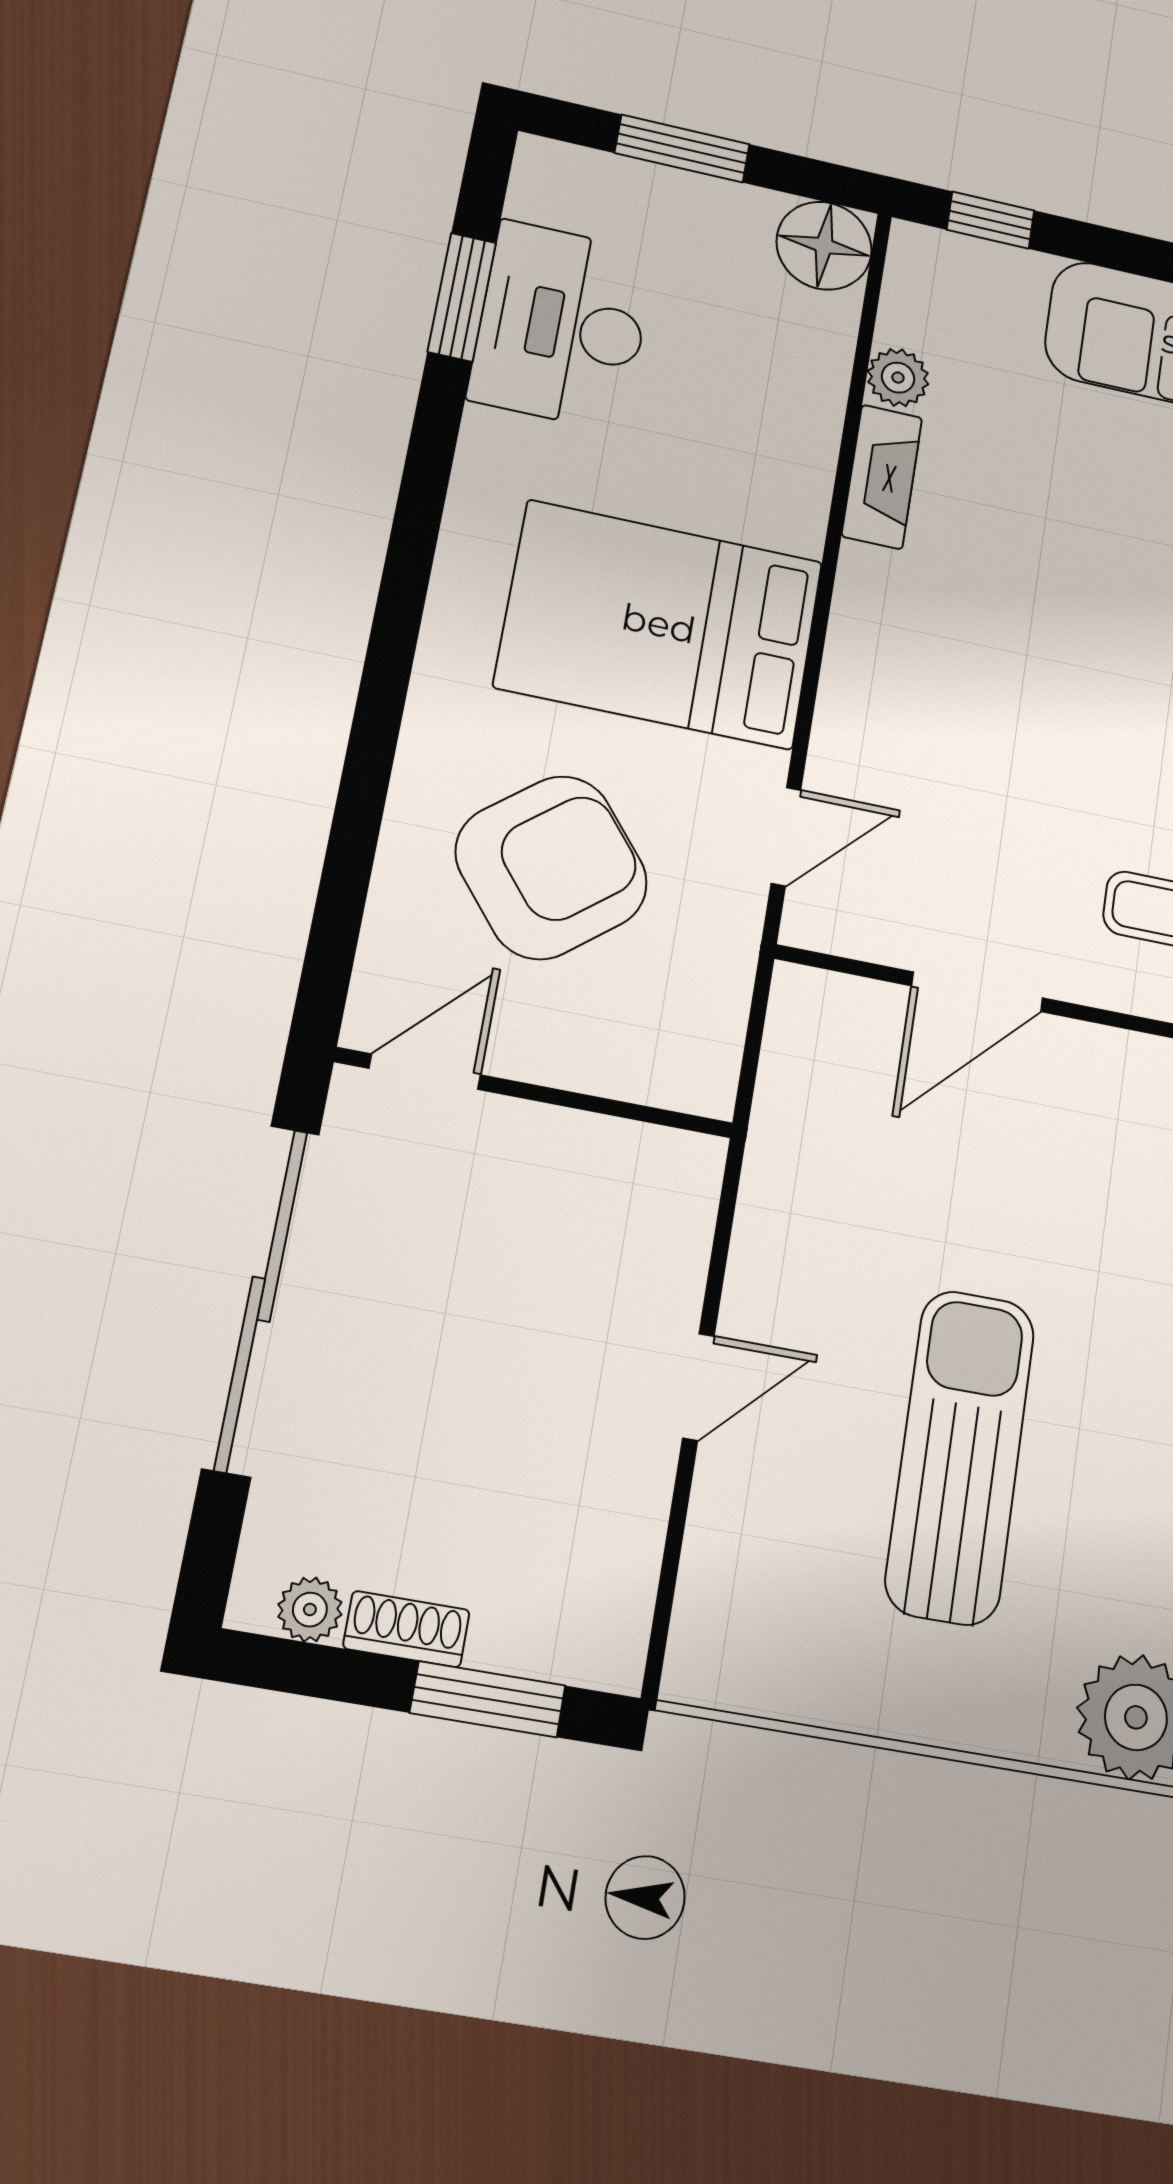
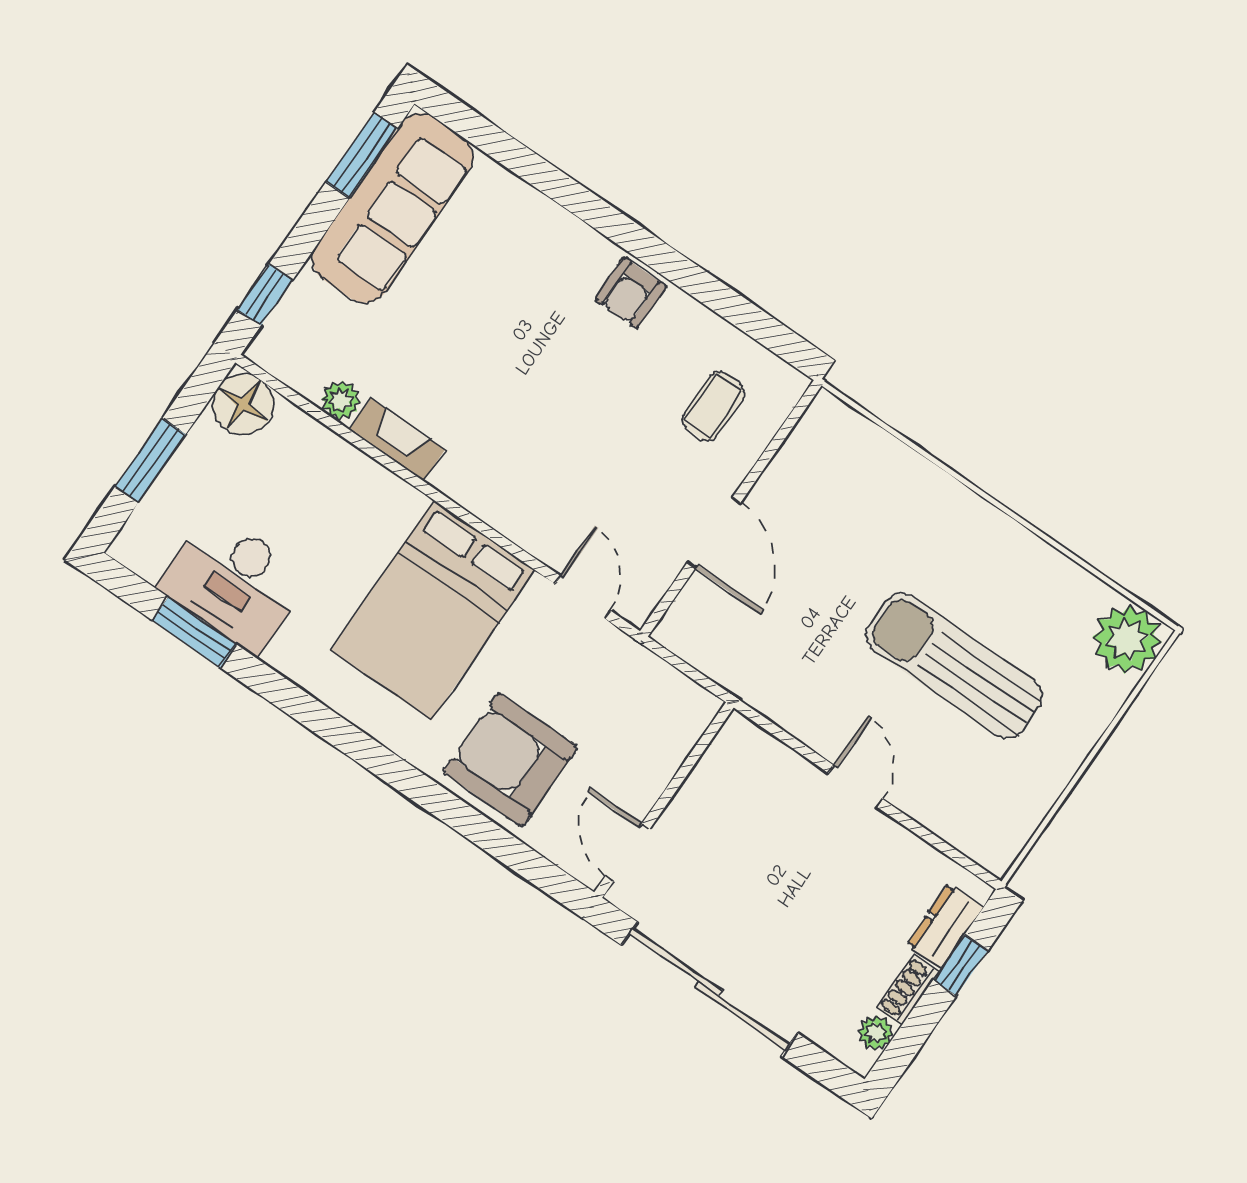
armchair: (551, 867) -> (510, 760), moved, turned -51
dresser: (541, 1641) -> (945, 926), added
window: (488, 1699) -> (961, 965), width x0.67

